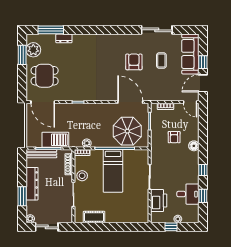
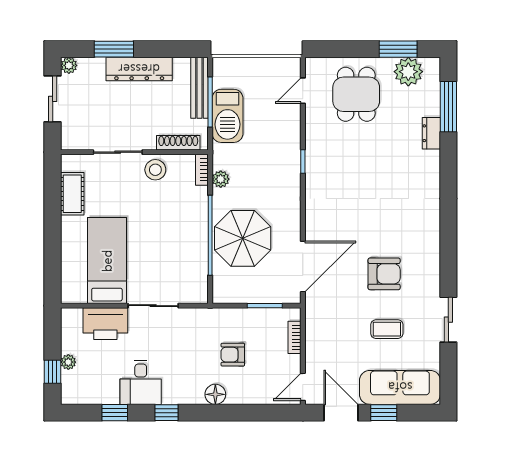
sliding door: (157, 30) -> (448, 320), width x0.73
door: (43, 102) -> (303, 91), width x0.53
parasol: (127, 131) -> (243, 238), moved
bed: (113, 171) -> (107, 261), moved, turned 90
desk: (188, 194) -> (141, 382), moved
window: (171, 227) -> (53, 372), moved

